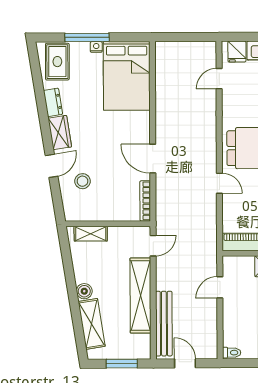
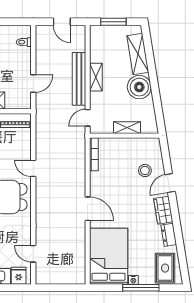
door: (219, 79) -> (33, 254), swing flipped
door: (153, 159) -> (88, 209), moved
shelving: (91, 234) -> (127, 128), moved
boiler: (84, 291) -> (139, 87), width x1.86, depth x1.86
shelving: (140, 296) -> (96, 77), width x0.45, depth x0.75
bench: (164, 324) -> (79, 79), moved
toilet: (232, 353) -> (24, 42), moved

